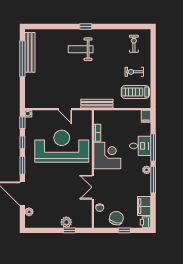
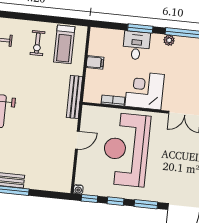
filing cabinet: (146, 116) -> (95, 62), moved
window: (153, 147) -> (140, 28), width x0.69

